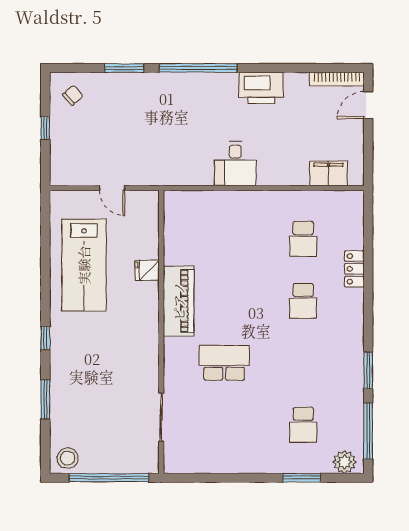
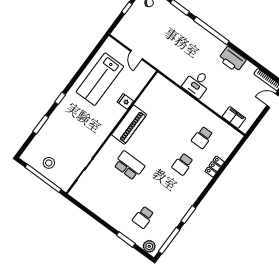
stool: (68, 458) -> (49, 163), moved

